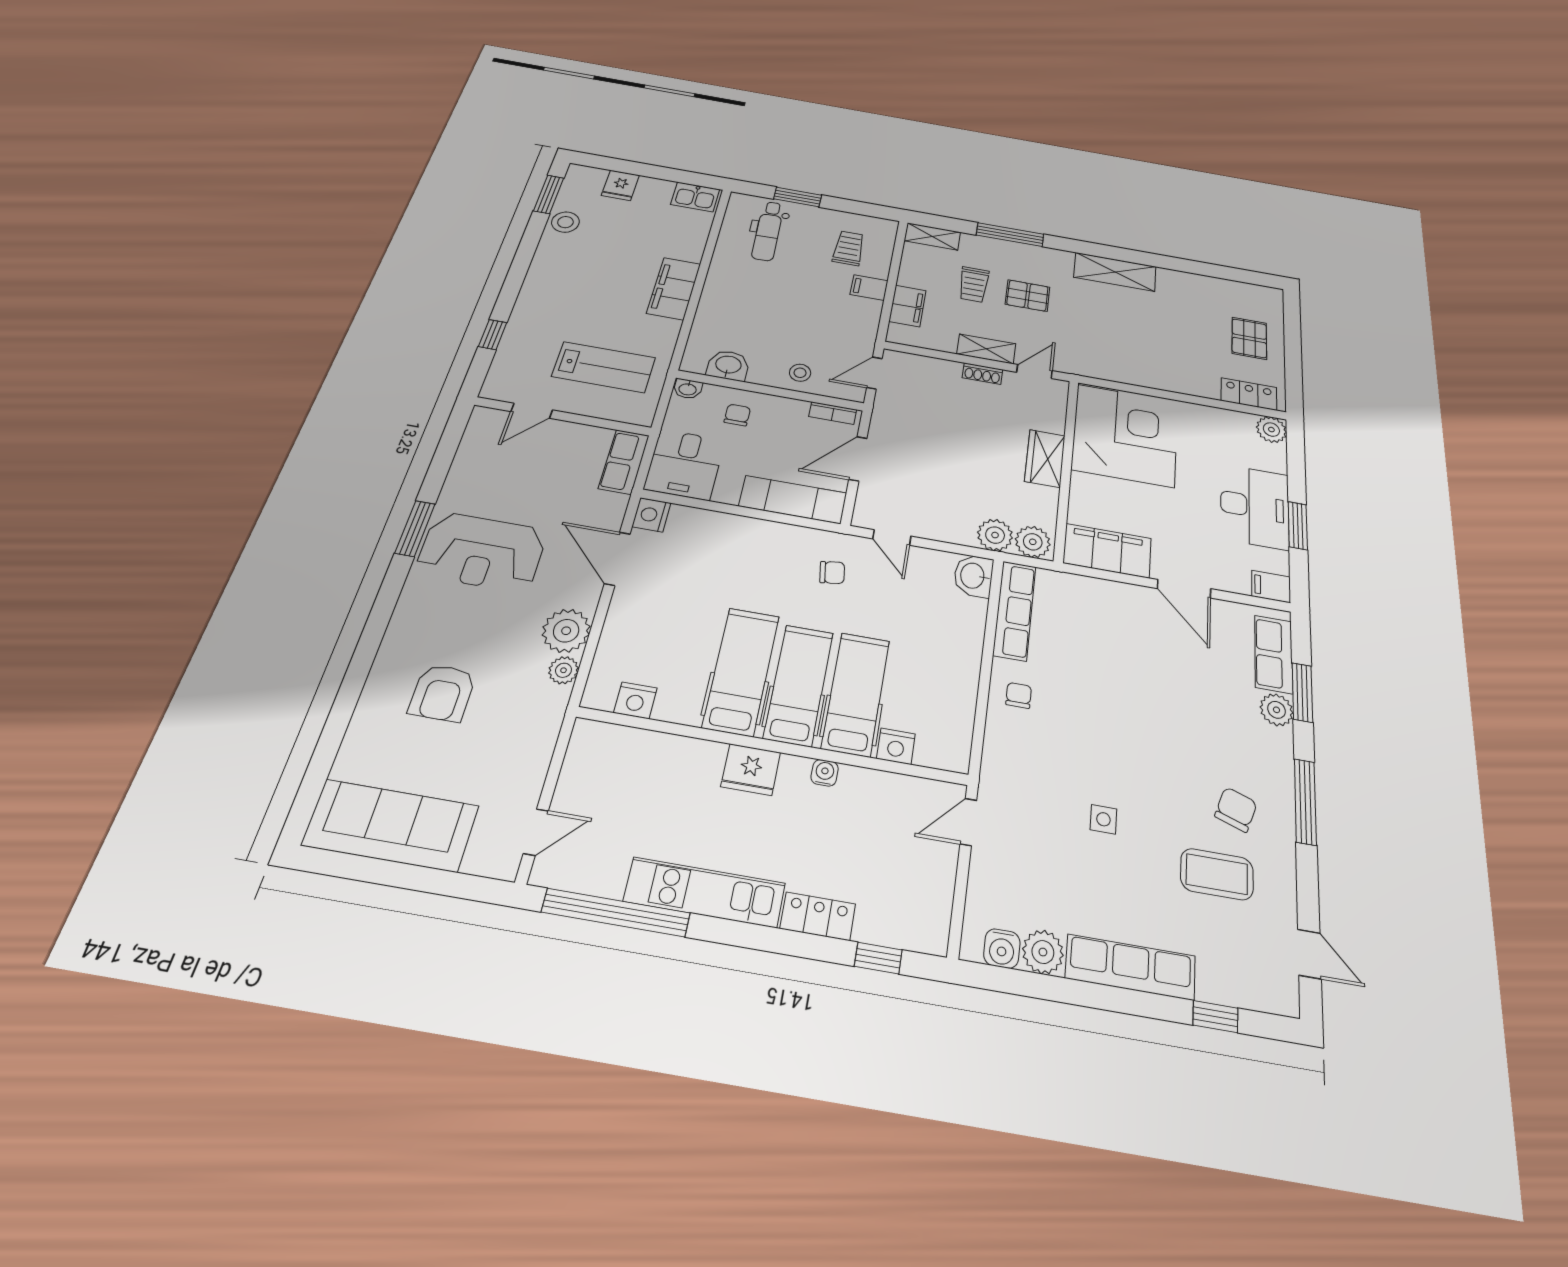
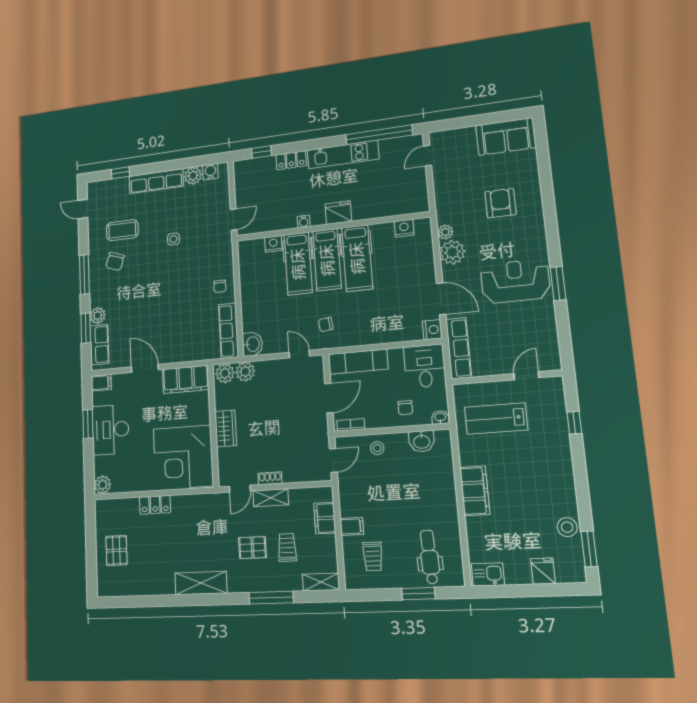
locker: (1249, 394) -> (155, 505), moved
row of seats: (624, 462) -> (459, 348), width x1.48
sofa: (391, 825) -> (506, 137), width x0.73

